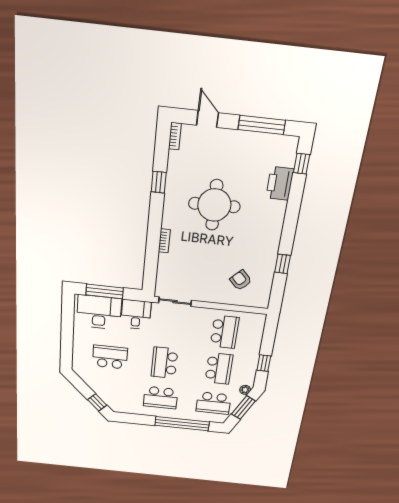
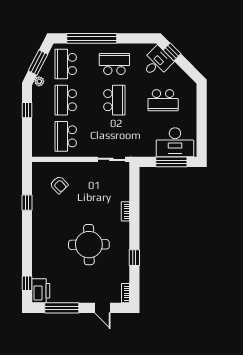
printer: (280, 183) -> (41, 291), moved
desk: (136, 314) -> (157, 62), moved, turned -135
school desk: (214, 403) -> (66, 64), turned -90

